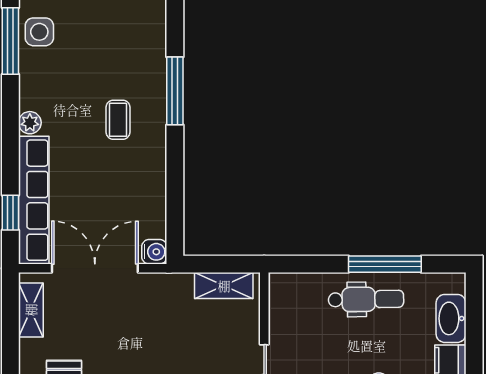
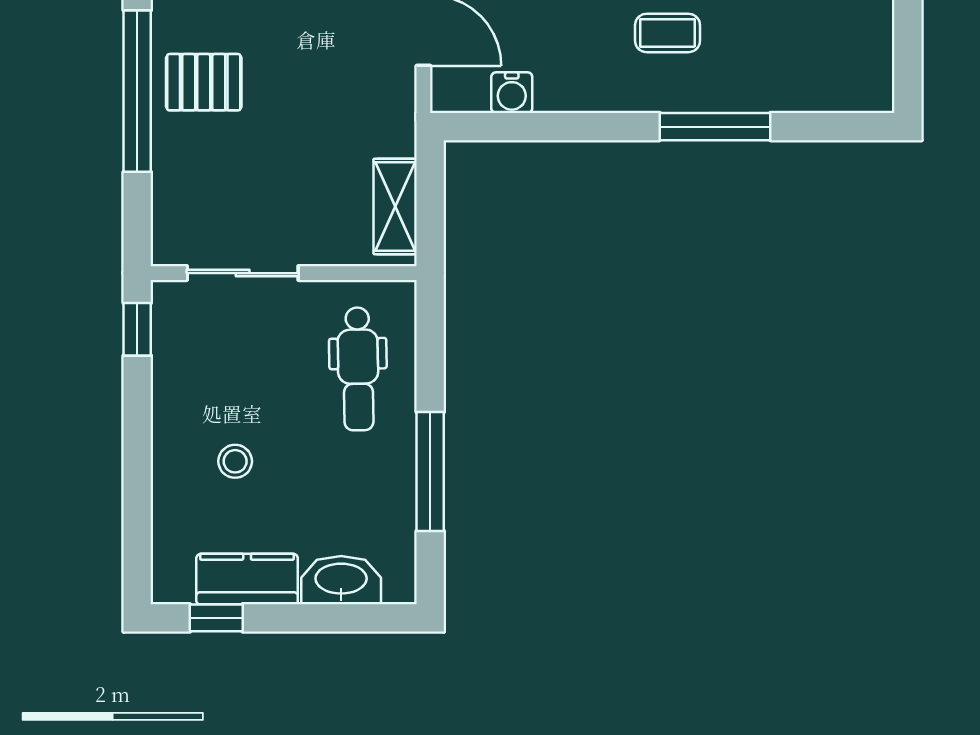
water cooler: (154, 252) -> (512, 93), moved
dental chair: (366, 299) -> (358, 369), moved

